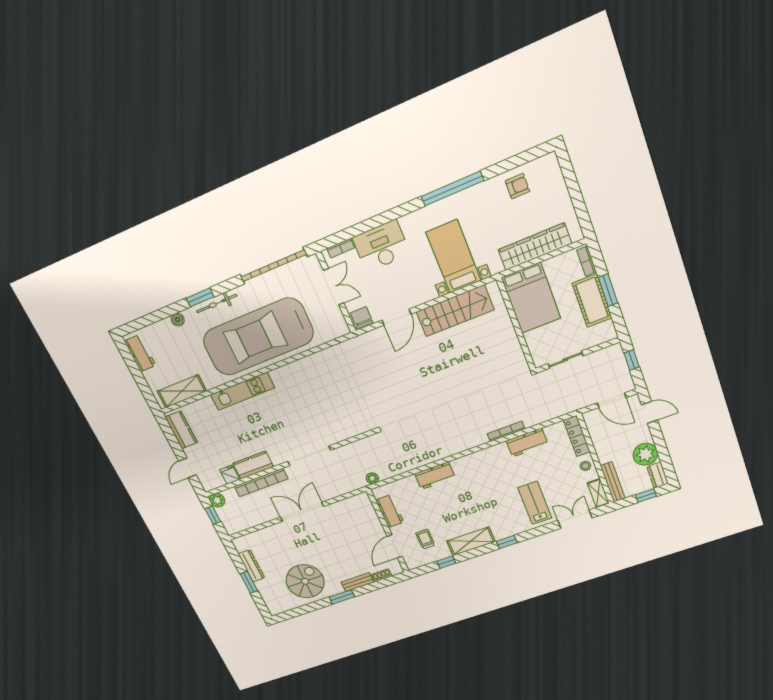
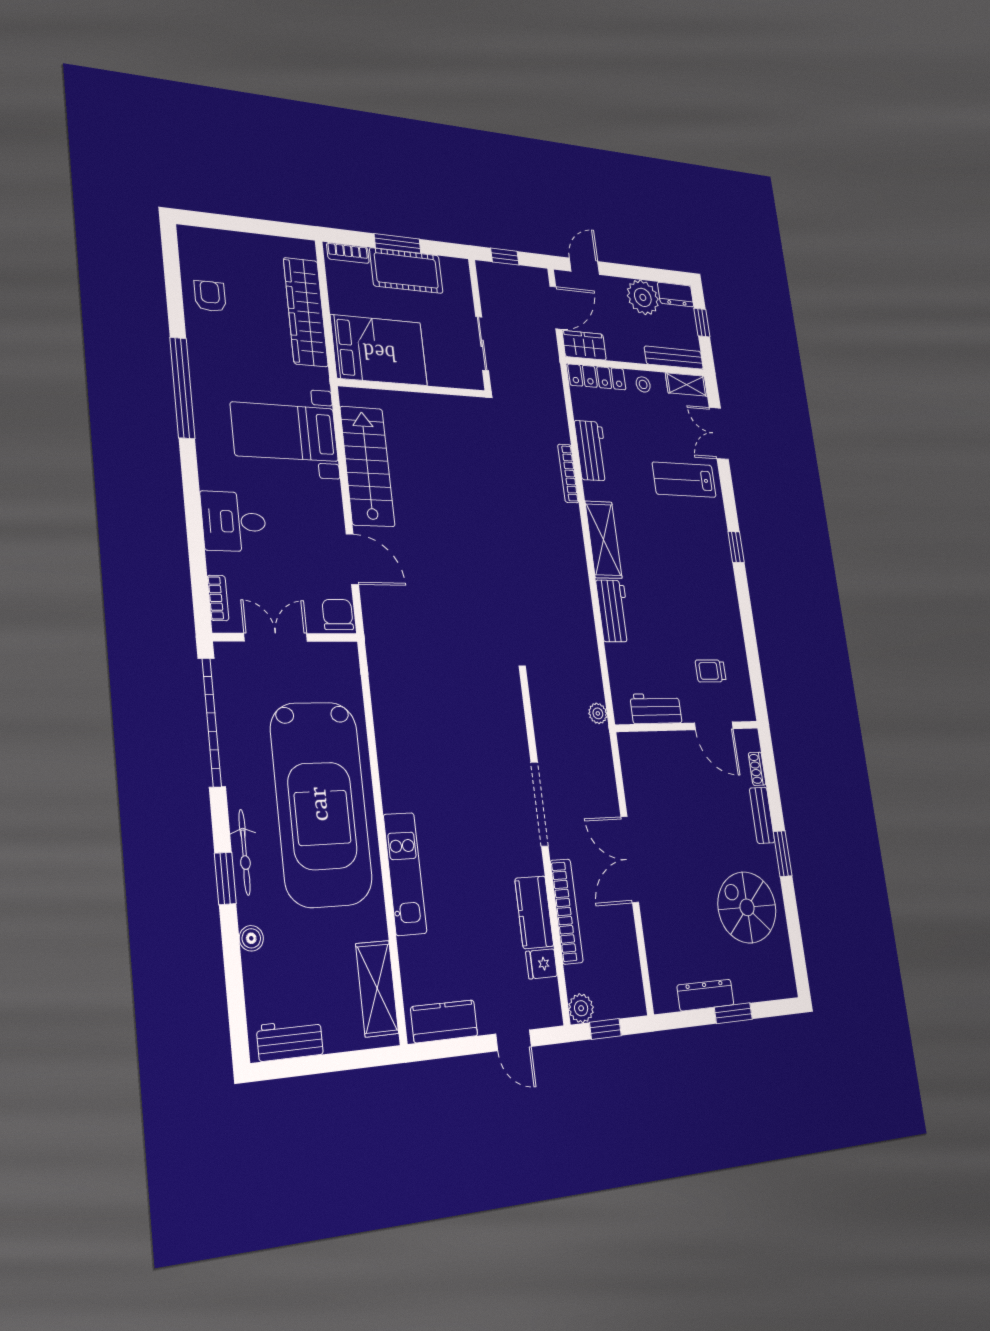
desk: (381, 246) -> (234, 522), width x0.73
chair: (362, 318) -> (338, 615), turned 90
wardrobe: (594, 424) -> (584, 345), added
shelving: (471, 541) -> (604, 540), moved
window: (446, 562) -> (752, 654), removed

